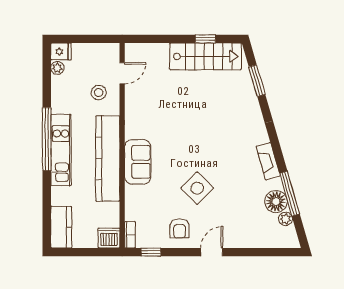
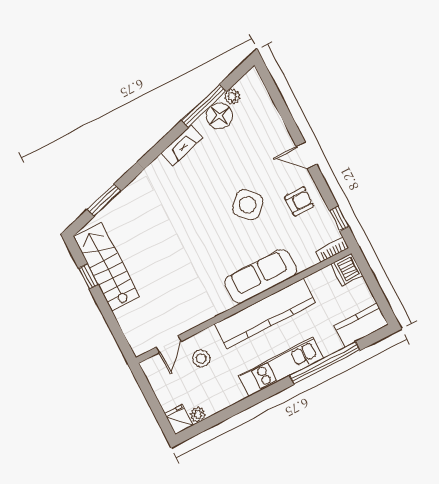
door: (122, 73) -> (169, 344), swing flipped
window: (47, 139) -> (325, 363), moved
sofa: (138, 162) -> (261, 276), width x1.36

